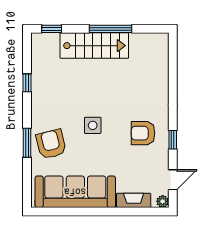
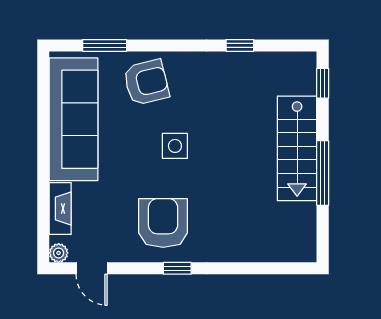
armchair: (143, 133) -> (163, 223), width x1.36, depth x1.36
window: (173, 140) -> (177, 268), moved
window: (27, 143) -> (105, 45), moved

